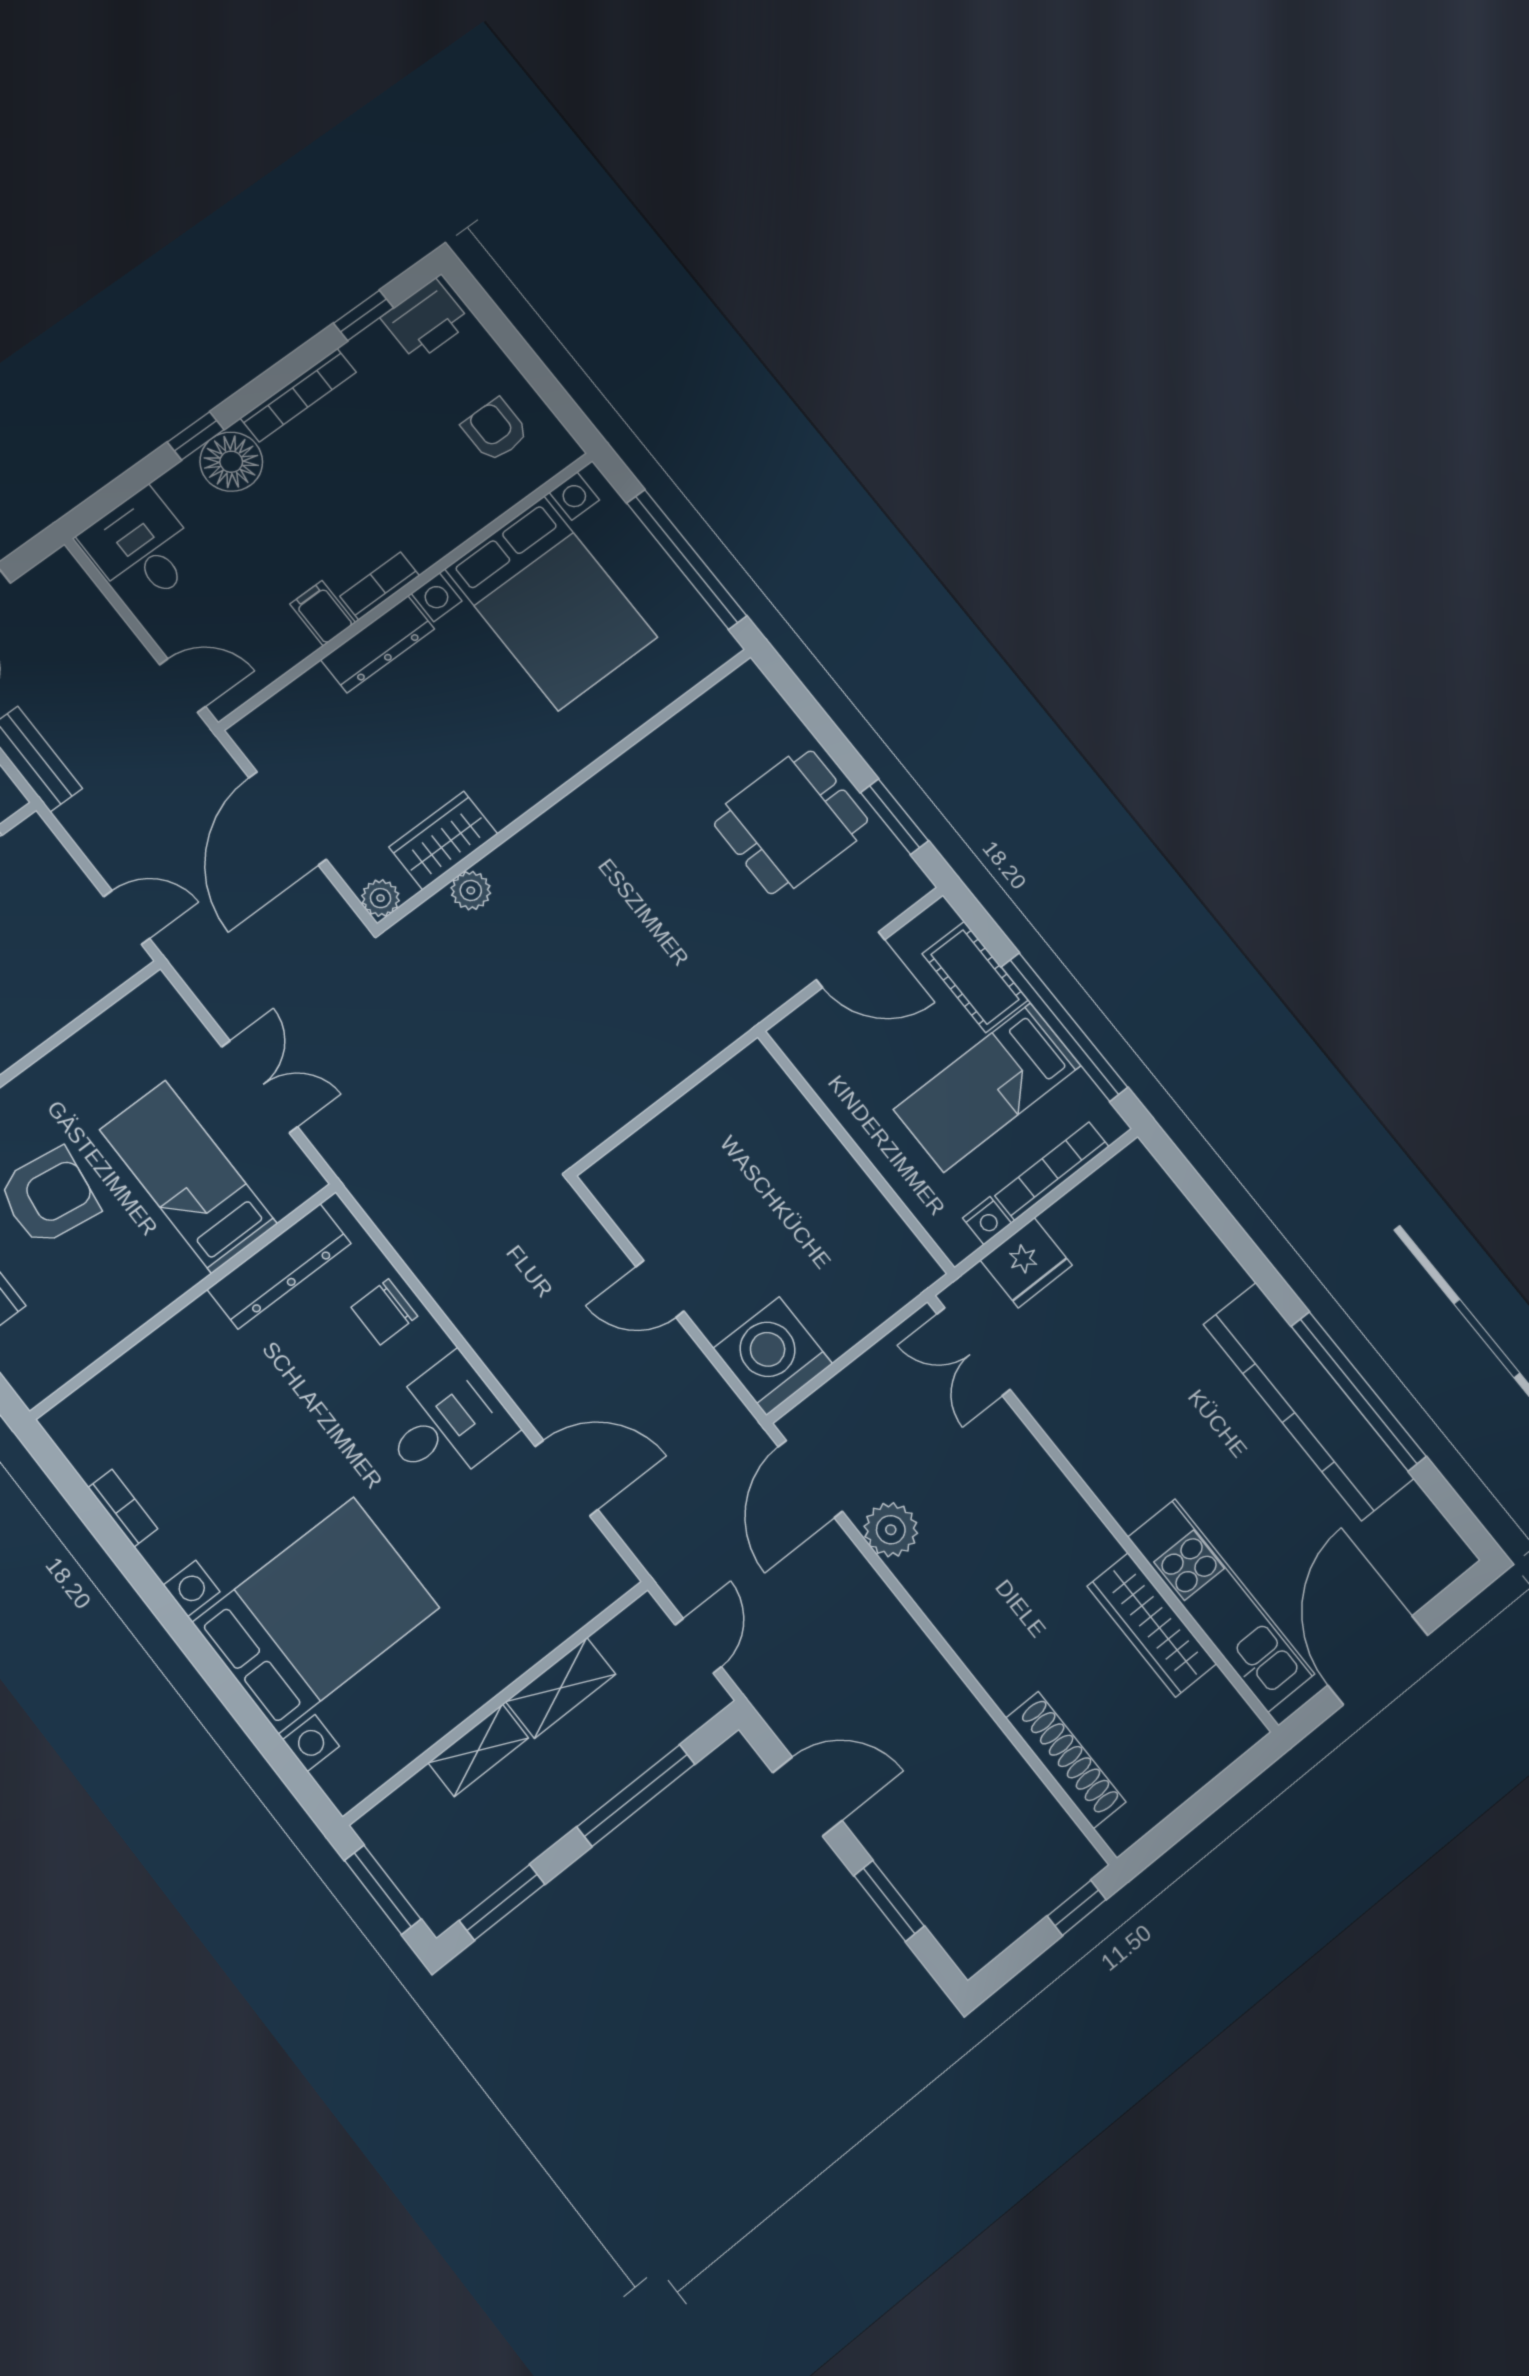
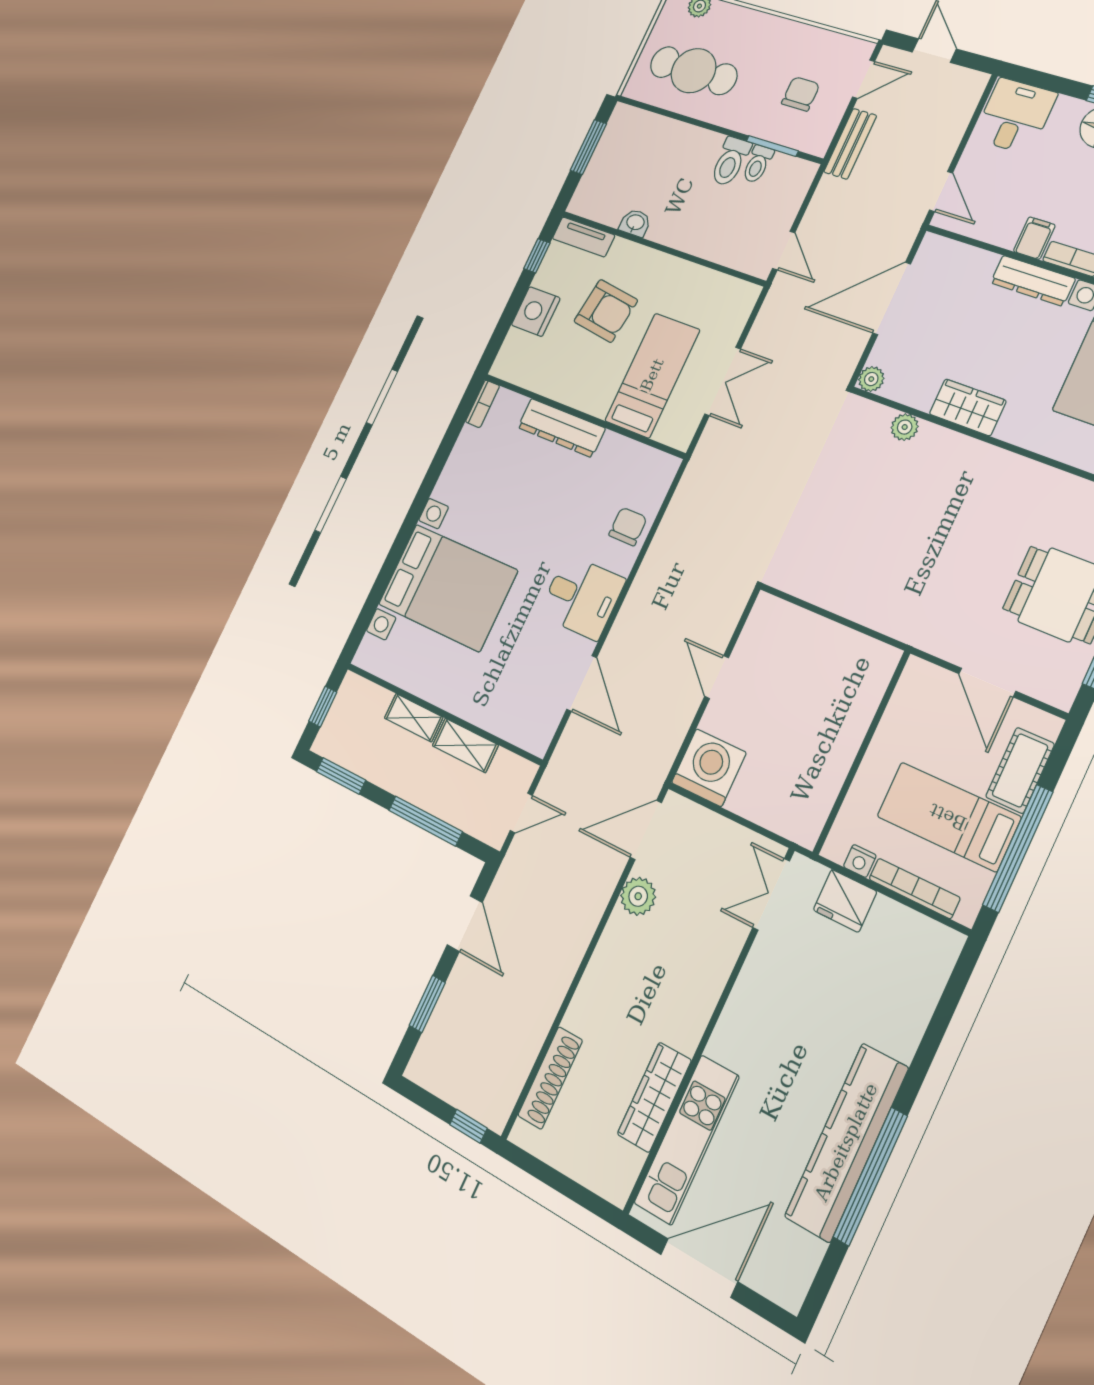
wardrobe: (443, 840) -> (968, 407), moved
dresser: (279, 1266) -> (561, 428), moved
chair: (384, 1312) -> (628, 526), turned 90
bookcase: (123, 1508) -> (483, 404), moved
window: (383, 1890) -> (323, 707), width x0.67

